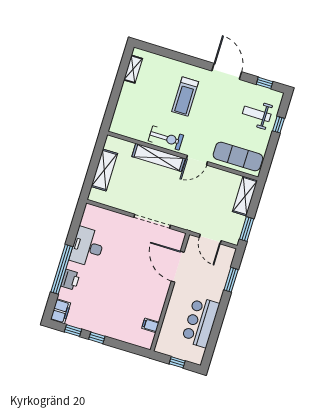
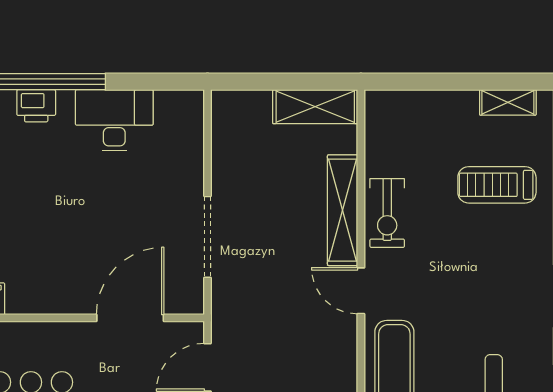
treadmill: (185, 97) -> (497, 185), moved
shelving: (104, 170) -> (315, 107), moved

